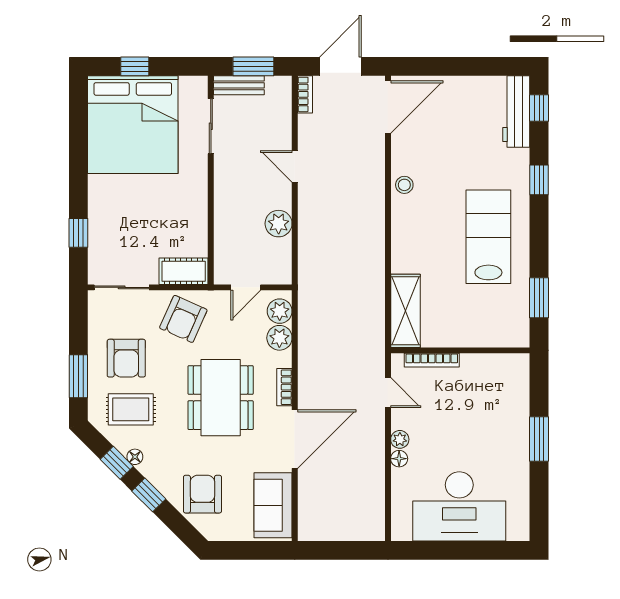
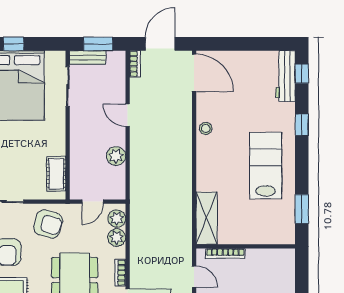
door: (388, 107) -> (194, 73), hinge flipped
cot: (184, 271) -> (56, 174), moved, turned 90
armchair: (183, 319) -> (48, 224), turned -98

